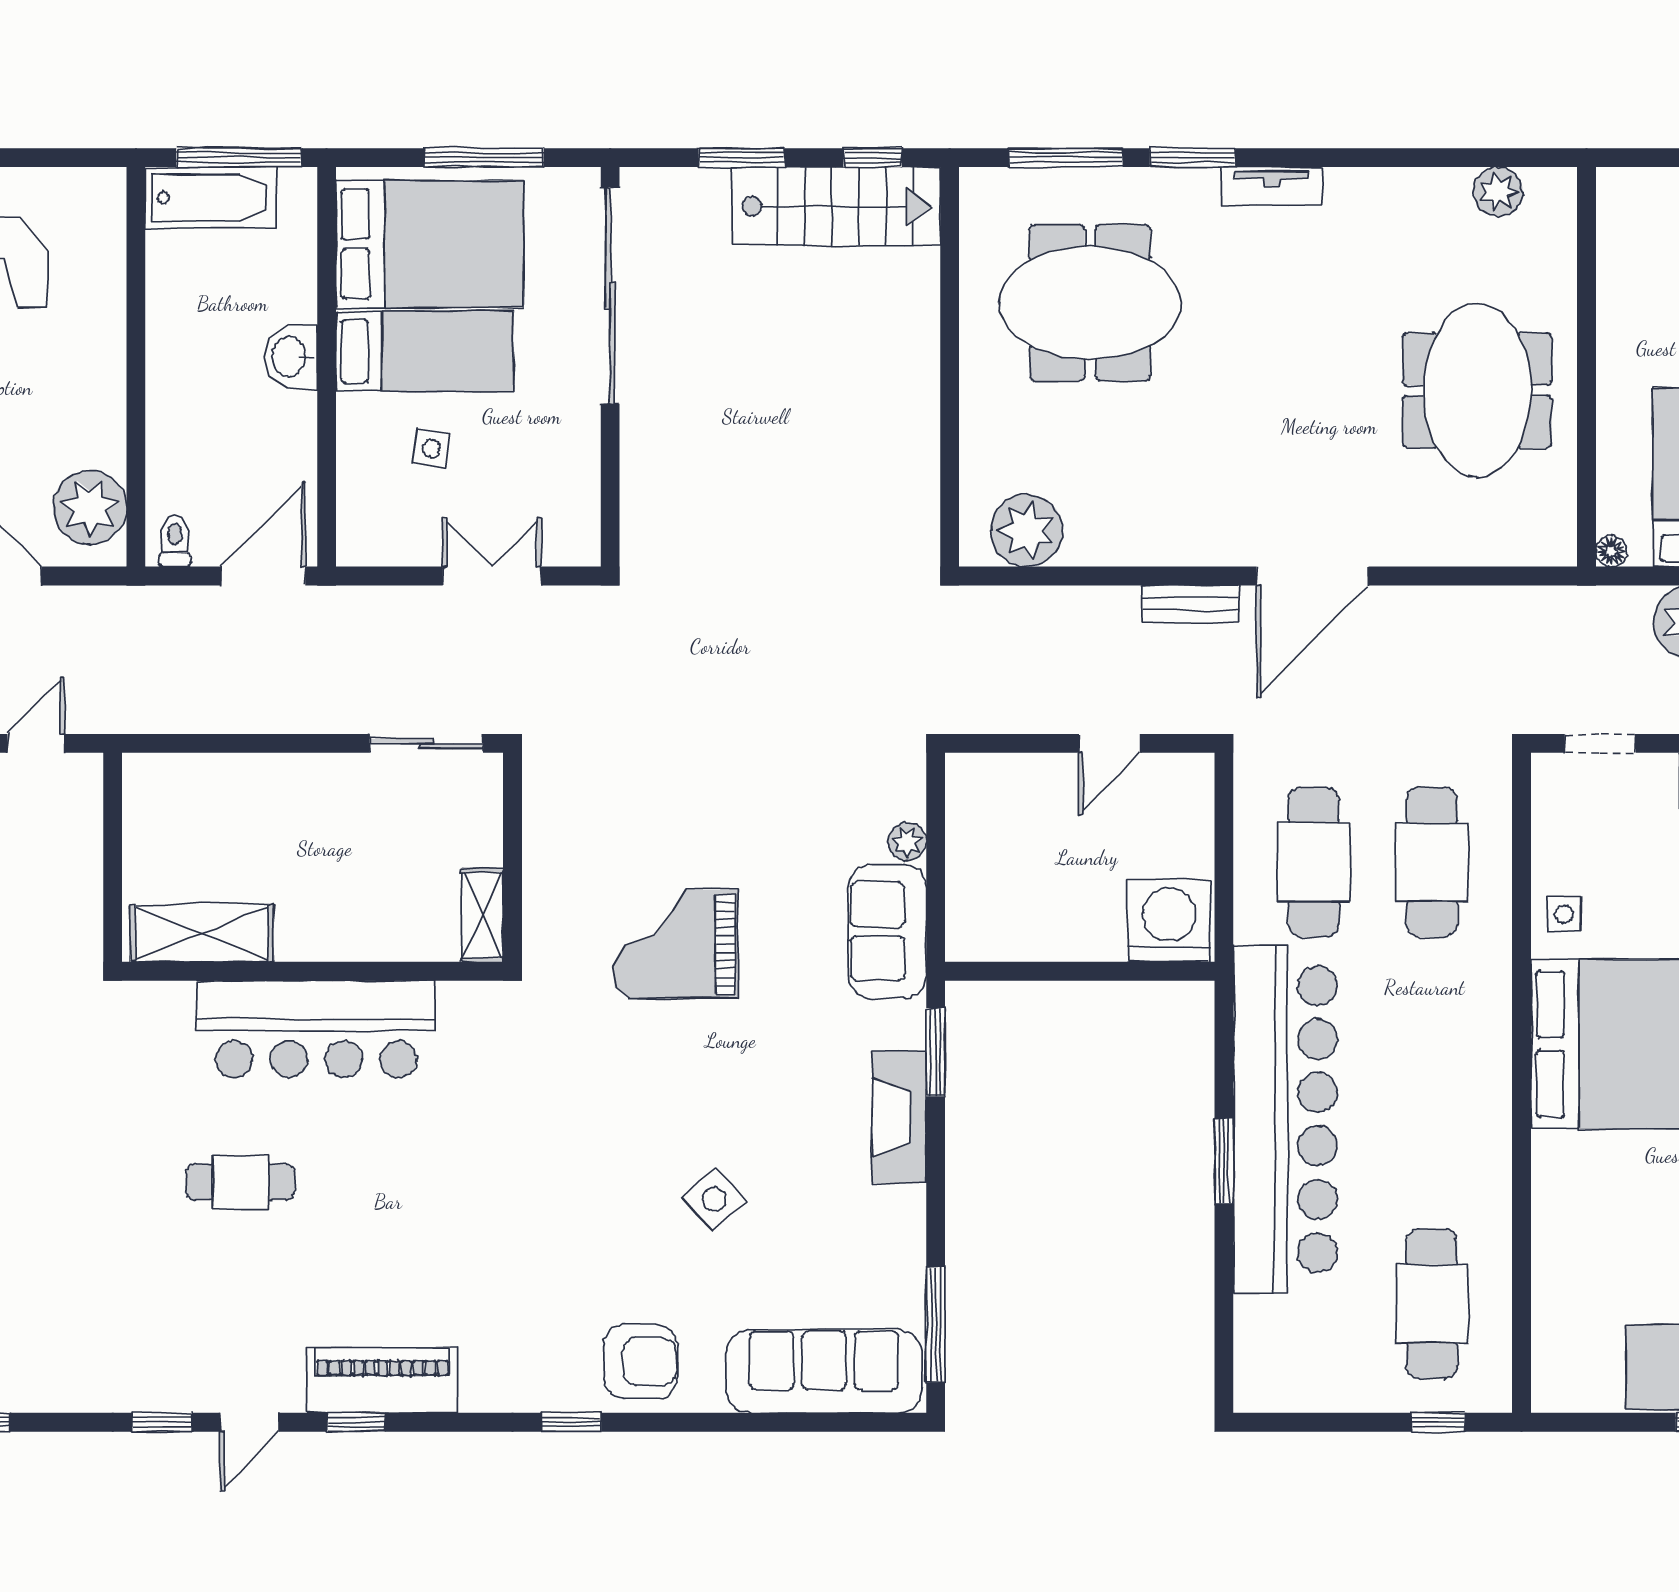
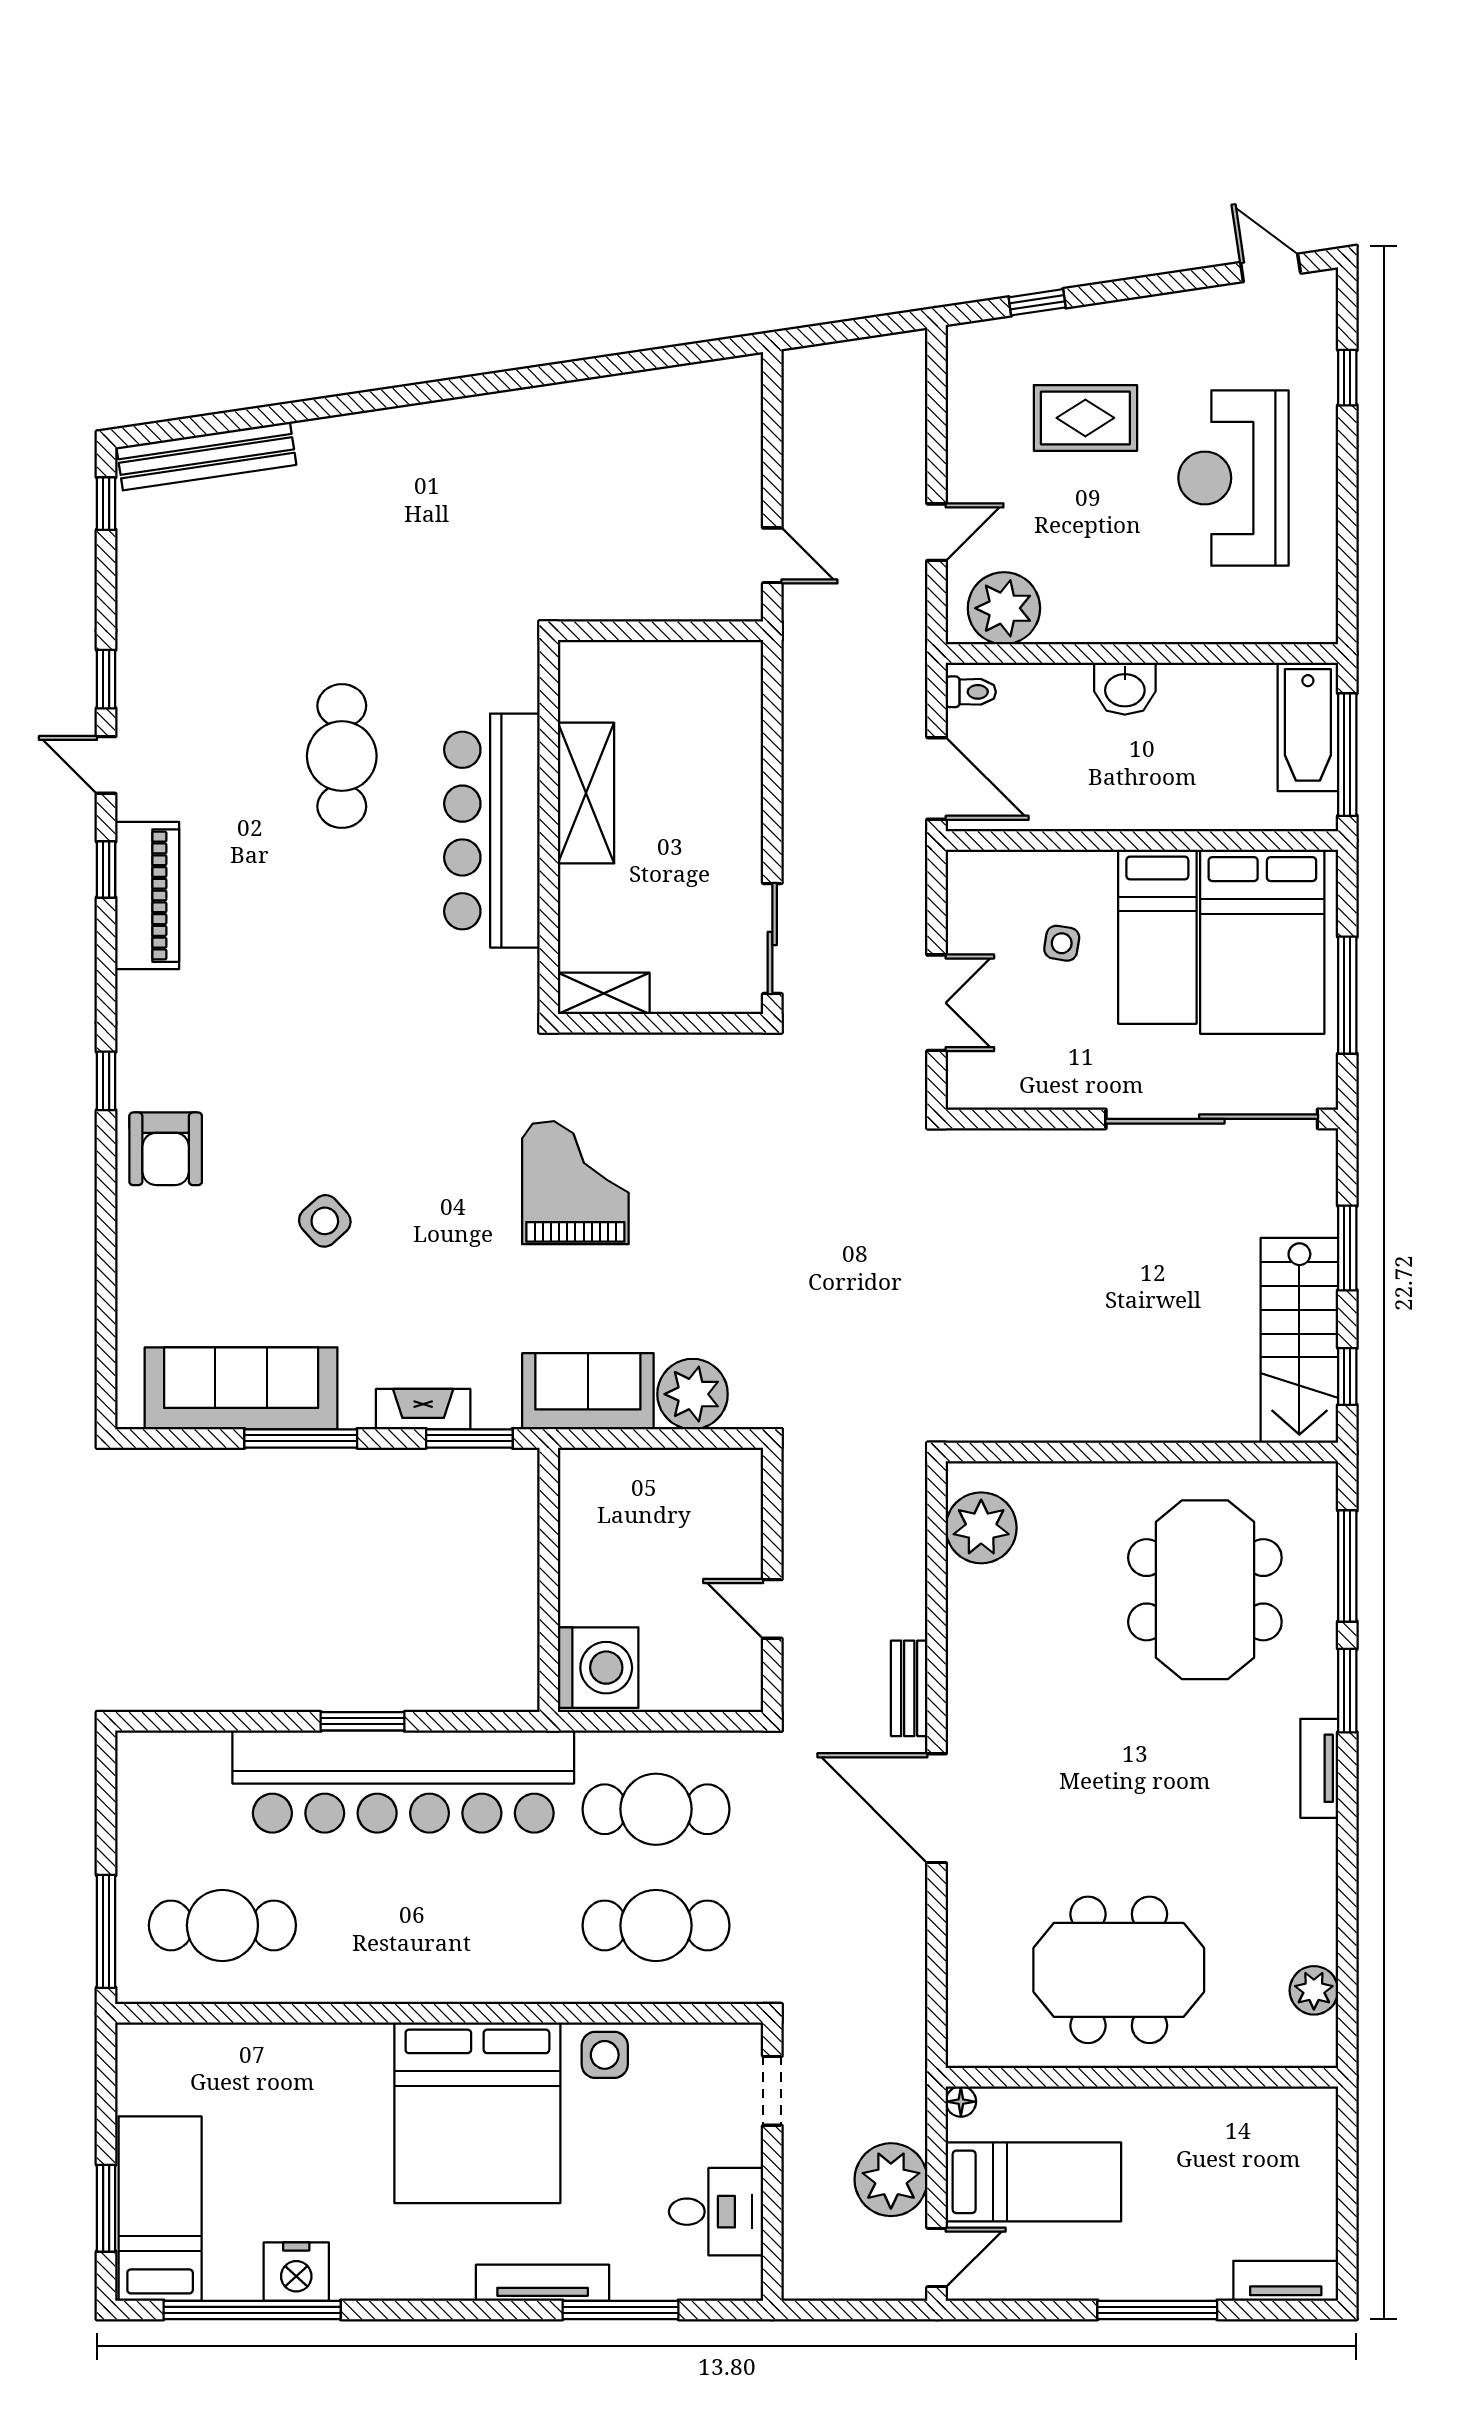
washbasin: (291, 357) -> (1125, 689), moved, turned 180
plant: (907, 841) -> (693, 1394), width x1.87, depth x1.87
side table: (1564, 914) -> (605, 2055), width x1.37, depth x1.37
shelving: (202, 933) -> (586, 793), moved
fireplace: (899, 1117) -> (423, 1409), width x0.73, depth x0.76
cafe table: (240, 1182) -> (342, 756), width x1.37, depth x1.35
window: (936, 1325) -> (301, 1438), moved
sofa: (824, 1371) -> (241, 1388), moved, turned -90
window: (1438, 1422) -> (106, 1931), width x2.17

